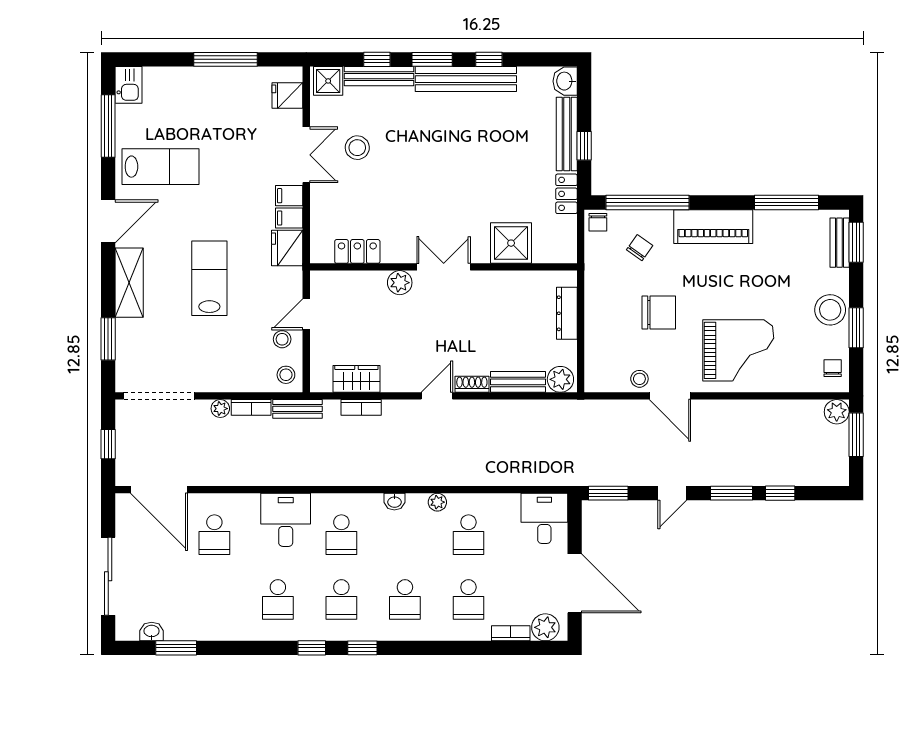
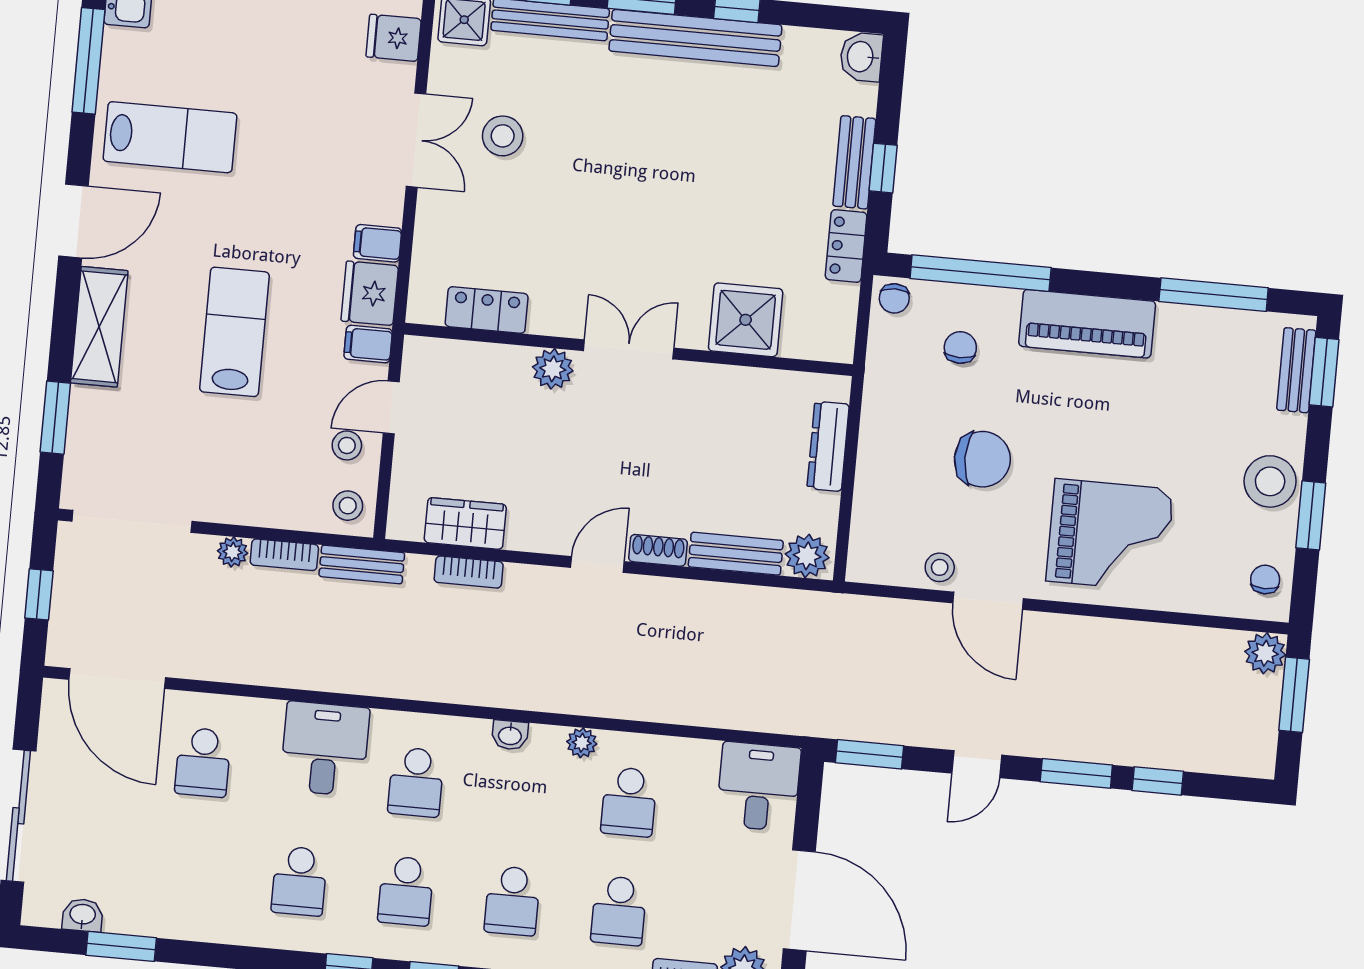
bench: (567, 134) -> (854, 162), width x0.73
filing cabinet: (289, 196) -> (368, 344), moved
chair: (640, 248) -> (960, 348), turned -35

